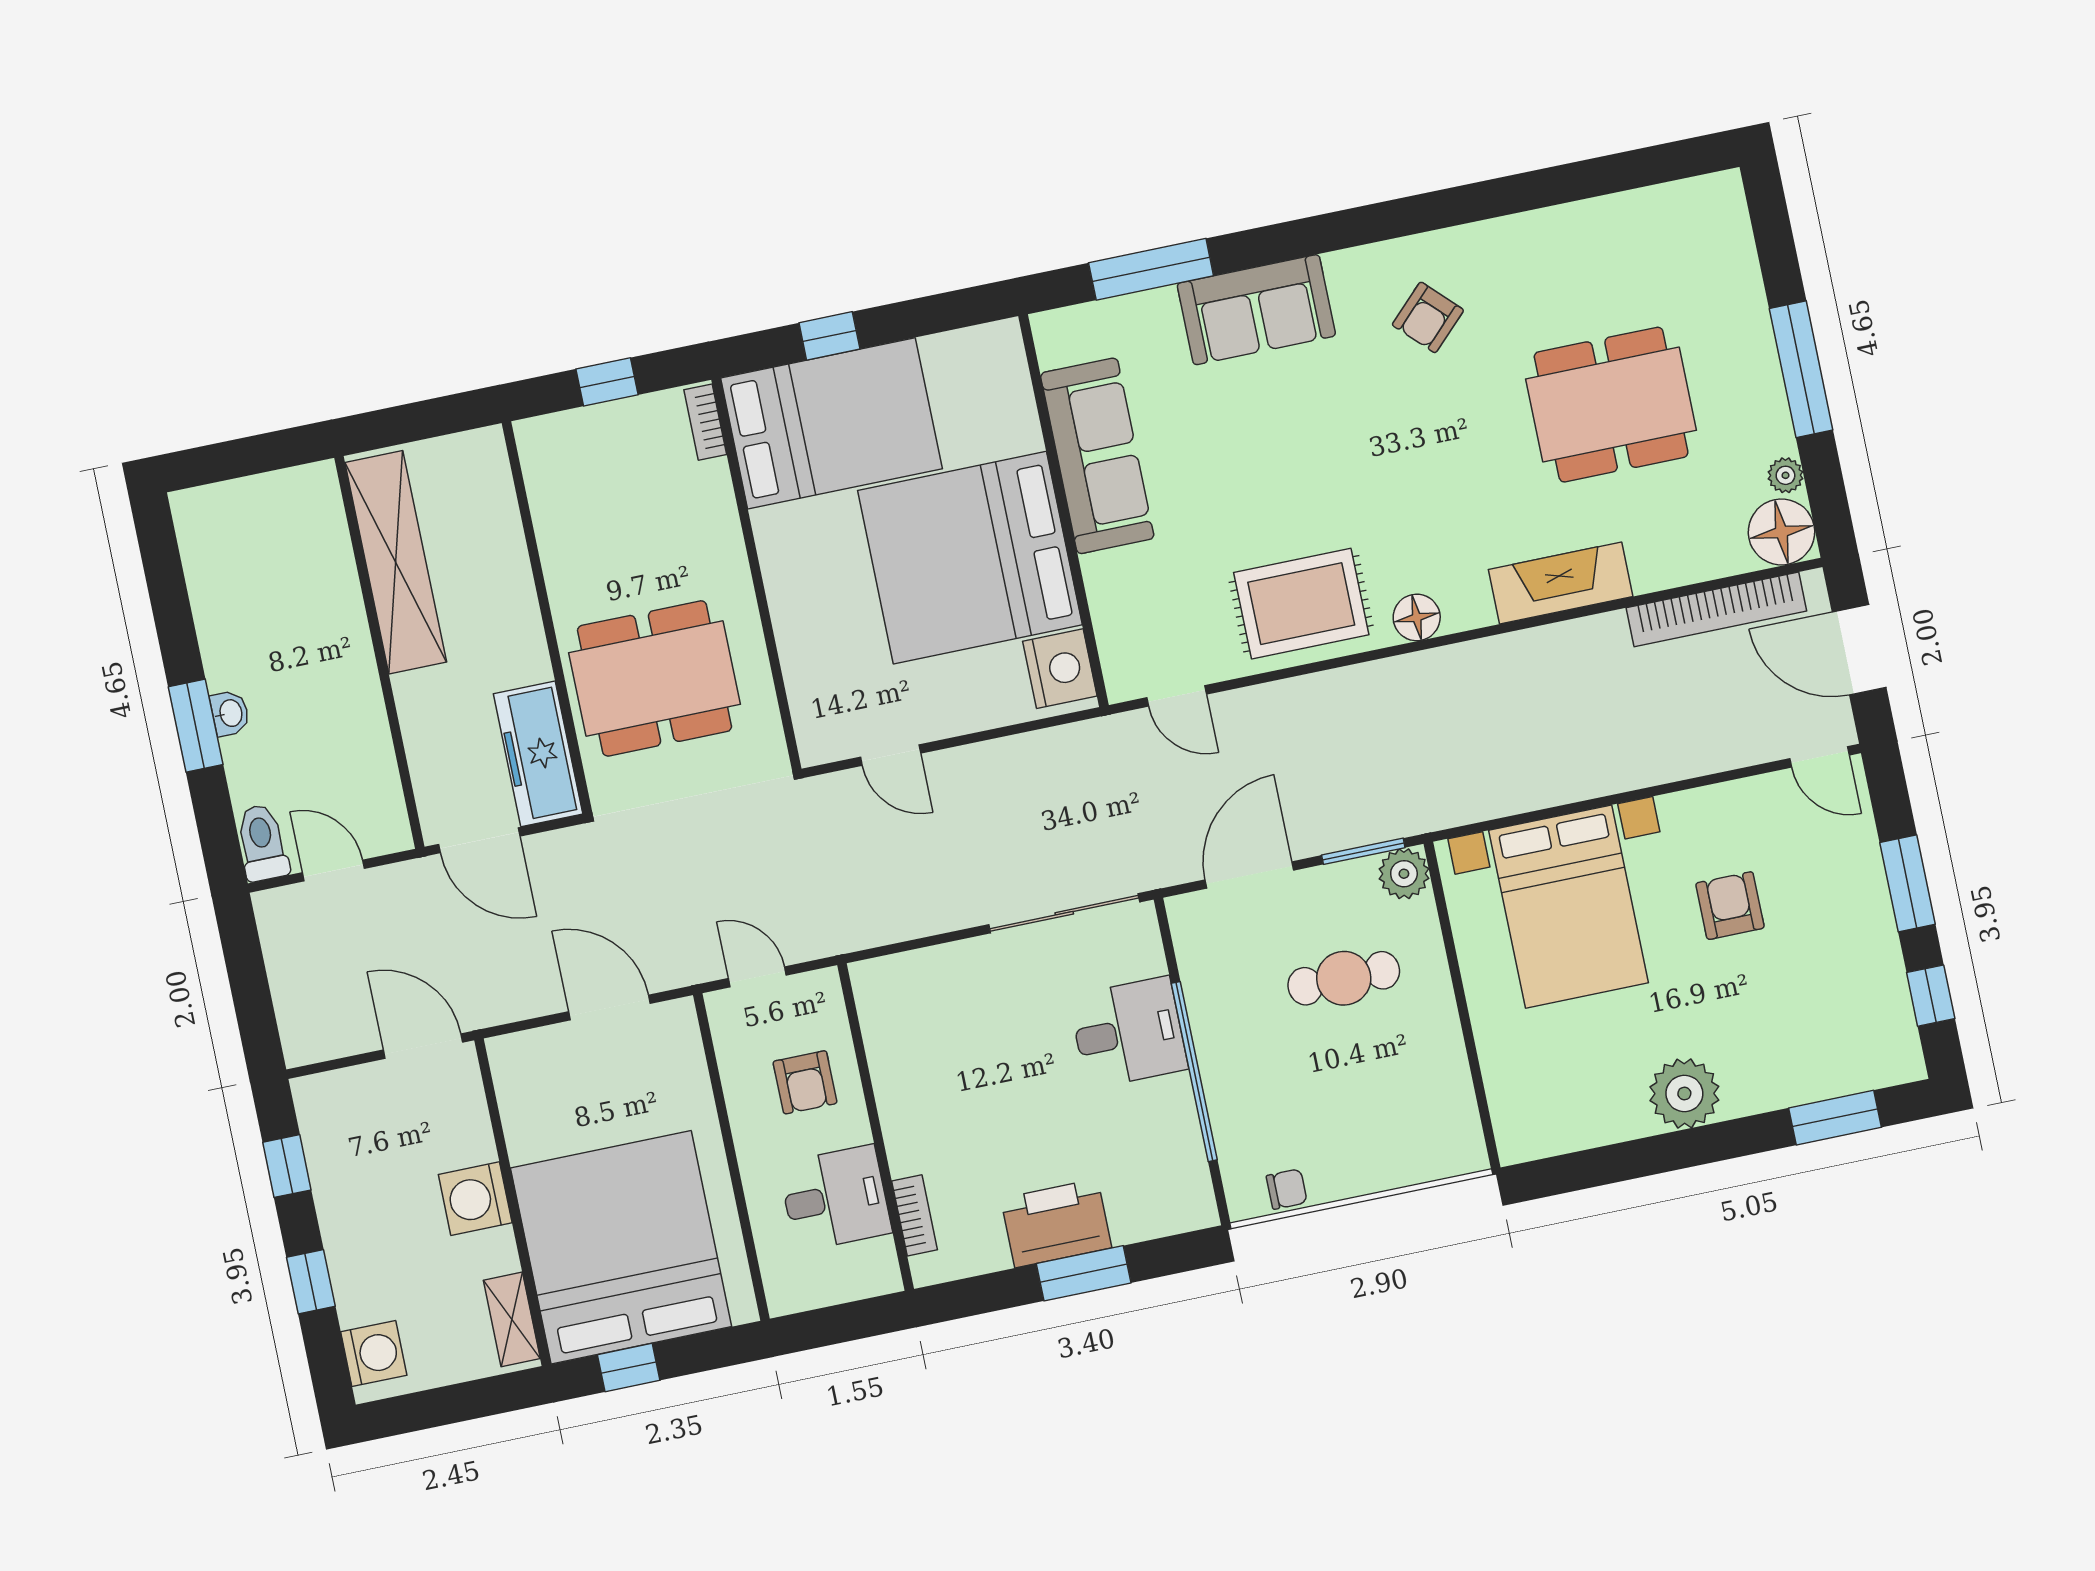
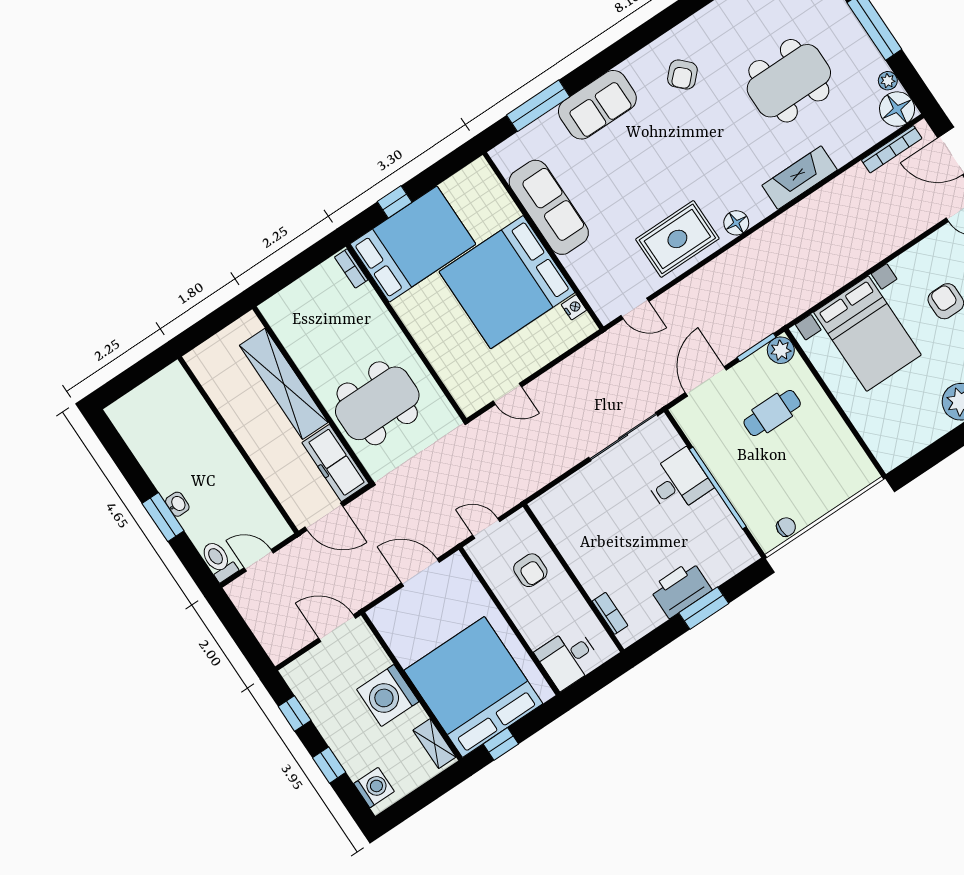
window: (607, 382) -> (295, 268), removed
shelving: (396, 562) -> (284, 384), moved
bookcase: (1716, 609) -> (892, 149), width x0.68, depth x0.76
nightstand: (1060, 669) -> (574, 307), width x0.53, depth x0.56
desk: (835, 1198) -> (568, 658), moved, turned 180
washing machine: (475, 1199) -> (388, 695), width x1.37, depth x1.37

